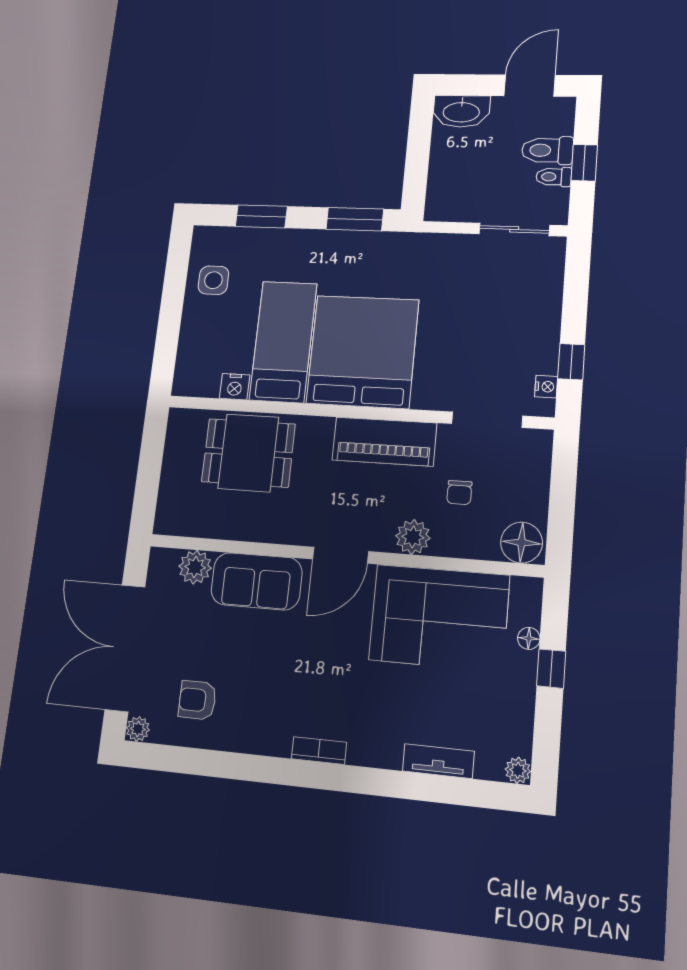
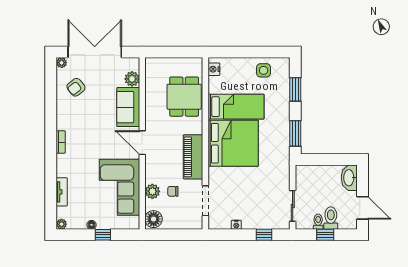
window: (571, 362) -> (264, 235), moved
nightstand: (235, 387) -> (214, 69), moved
nightstand: (546, 387) -> (236, 225), moved
plant: (413, 537) -> (152, 191), moved
floor lamp: (529, 638) -> (91, 225), moved
armchair: (197, 700) -> (76, 87), turned -128

